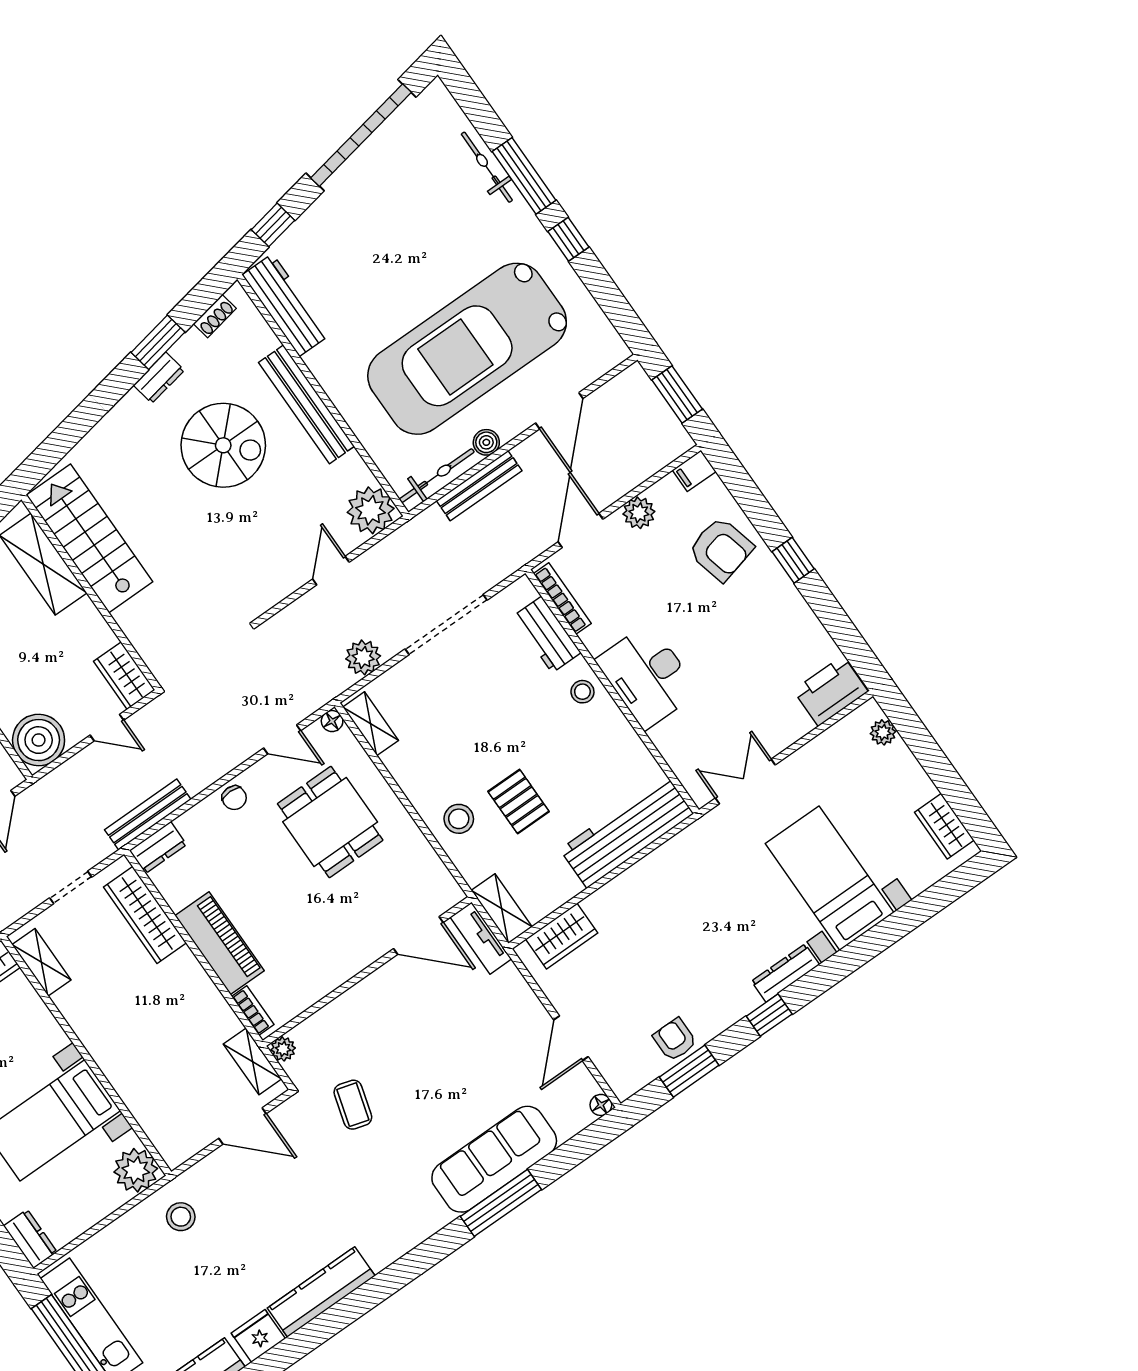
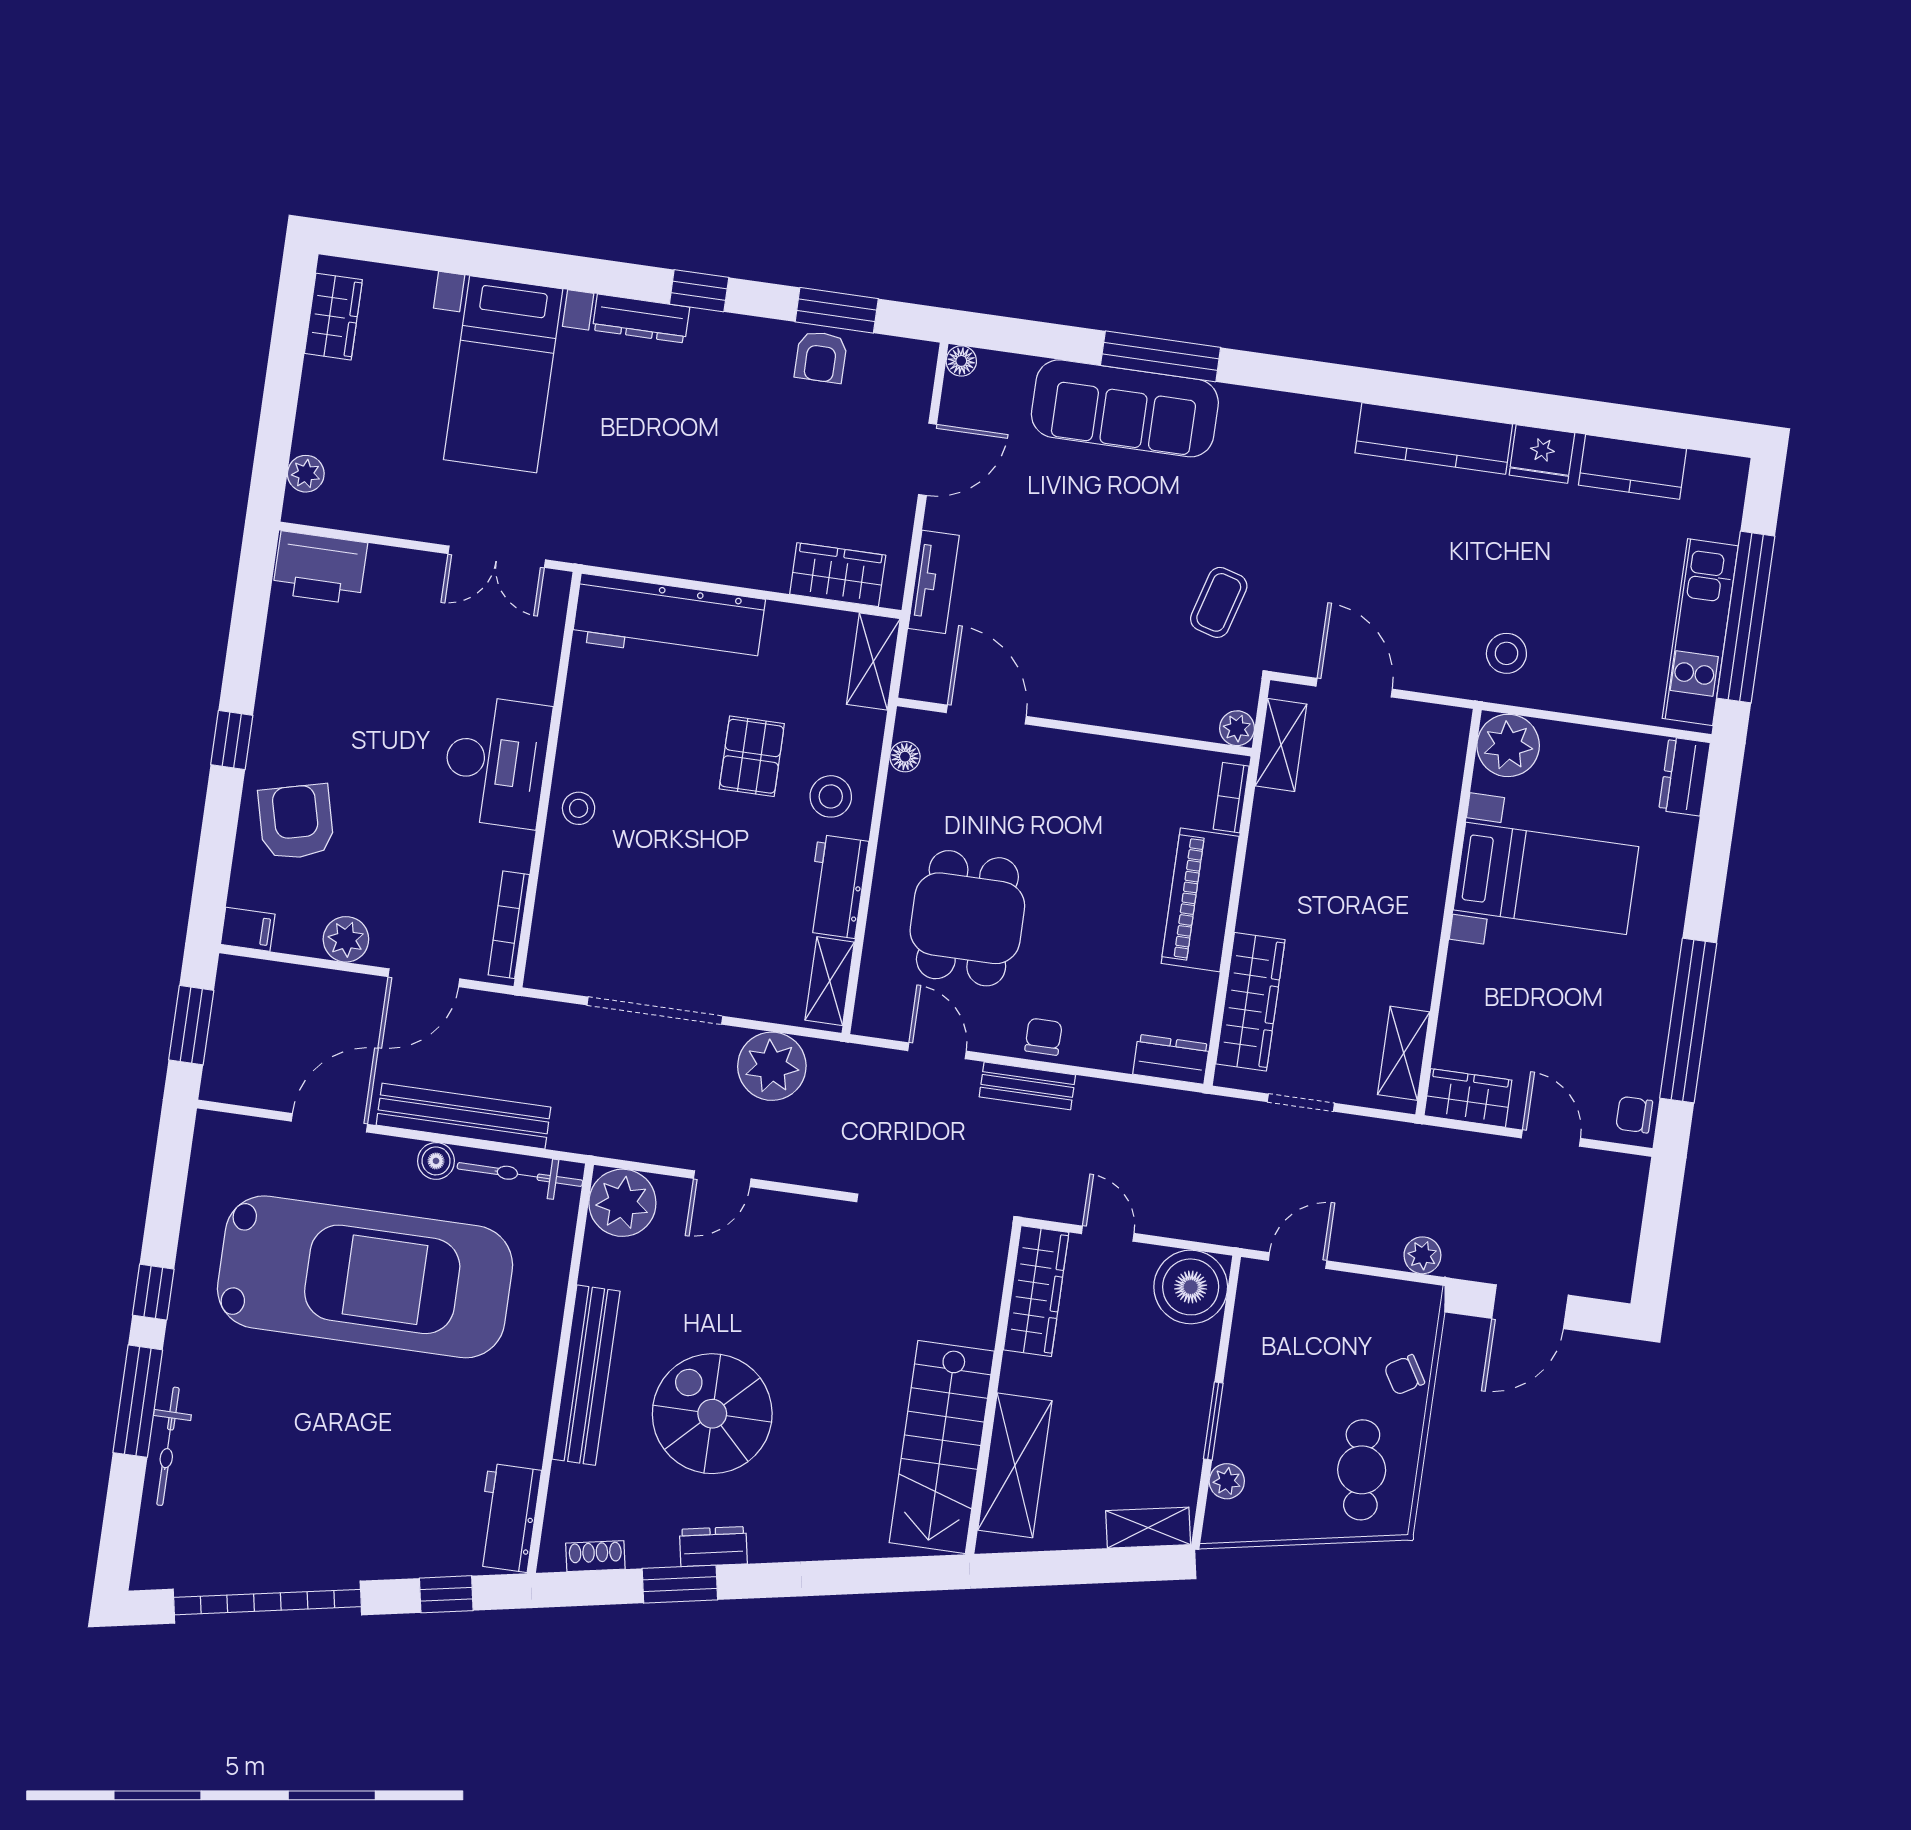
workbench: (286, 305) -> (508, 1518), width x0.73
bench: (479, 486) -> (463, 1116), width x1.37, depth x1.21
workbench: (547, 635) -> (837, 886), moved, turned 180
plant: (363, 657) -> (772, 1066), width x1.36, depth x1.36
wardrobe: (124, 676) -> (1036, 1291), width x1.50
floor lamp: (332, 721) -> (905, 757), moved
bench: (148, 815) -> (1027, 1086), moved, width x0.73
tv unit: (481, 938) -> (934, 582), moved

